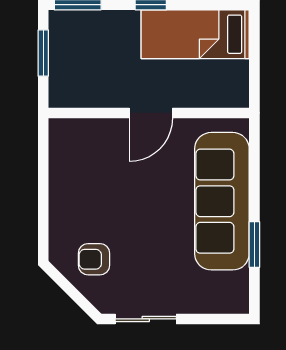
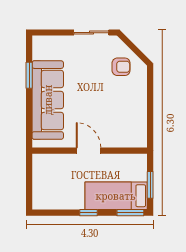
bed: (195, 34) -> (116, 196), moved, turned 180
door: (151, 113) -> (88, 151), hinge flipped

